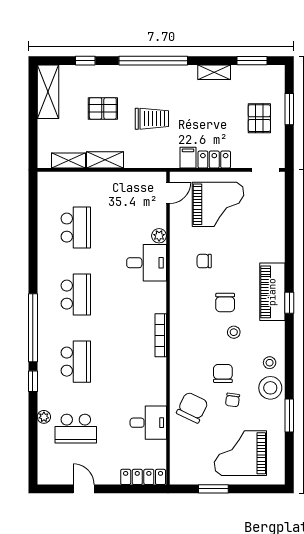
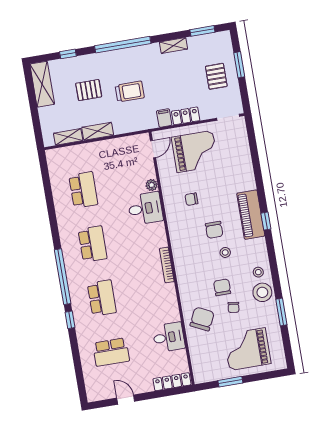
plant: (44, 417) -> (84, 347), removed

